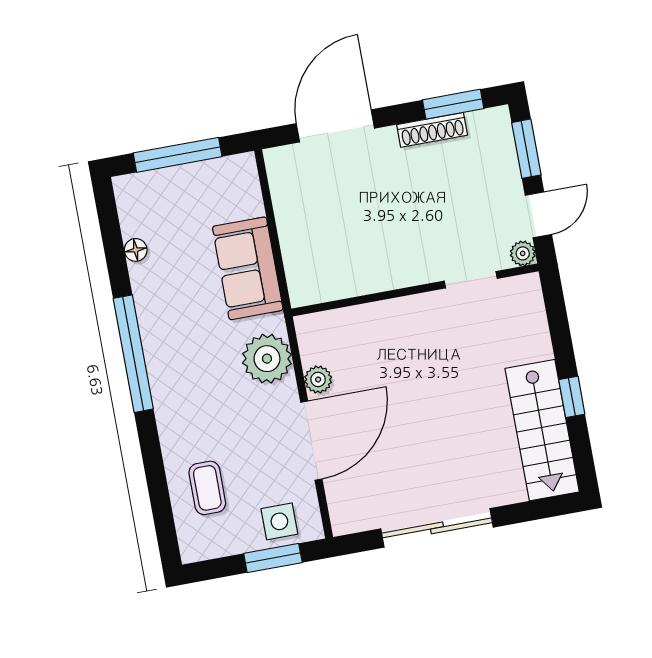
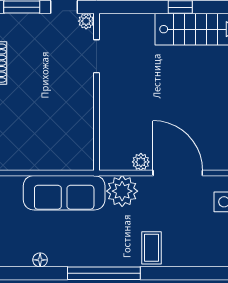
sofa: (248, 268) -> (64, 193), width x1.36
coffee table: (207, 488) -> (152, 248), moved, turned 90

